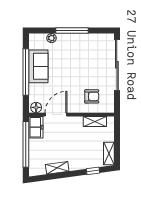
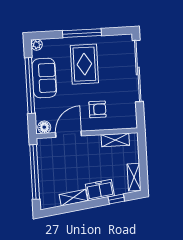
plant: (52, 38) -> (37, 45), moved
rug: (73, 57) -> (84, 64), added
armchair: (92, 96) -> (98, 109), moved
freezer: (36, 127) -> (100, 190), moved, turned -98

